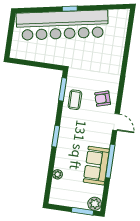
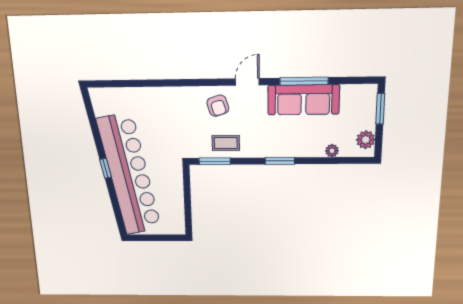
sofa: (96, 166) -> (304, 100), width x1.36
plant: (95, 204) -> (366, 140), moved

